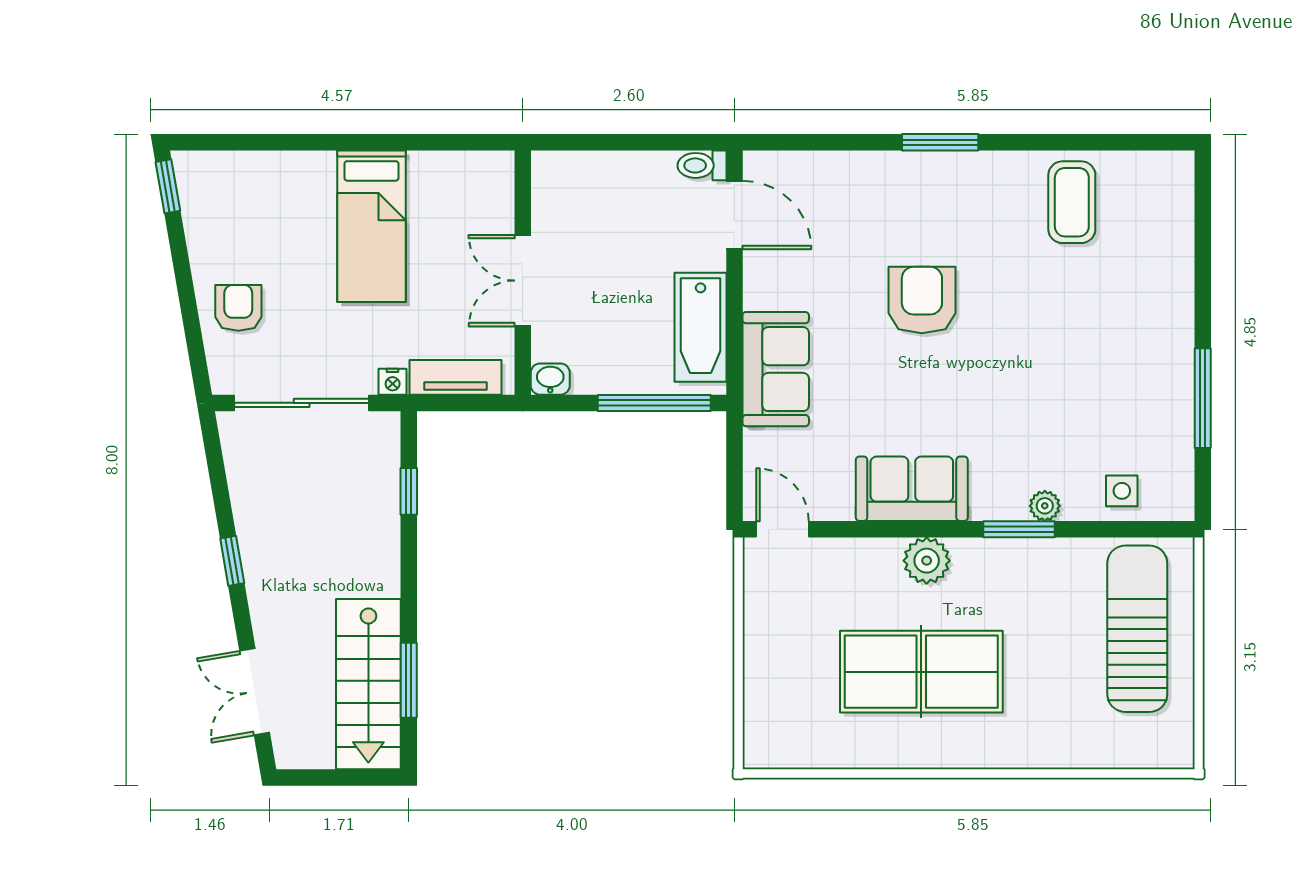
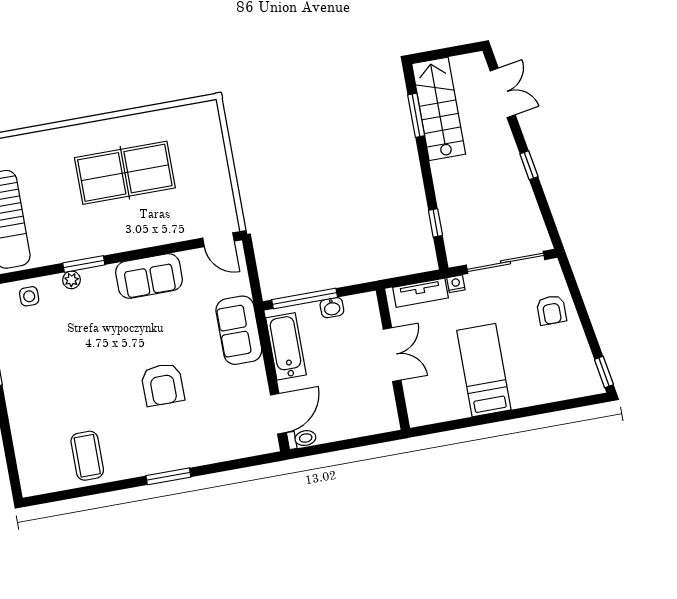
door: (734, 215) -> (278, 414), swing flipped
washbasin: (550, 379) -> (332, 308), moved
plant: (927, 561) -> (133, 237), removed

